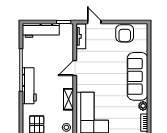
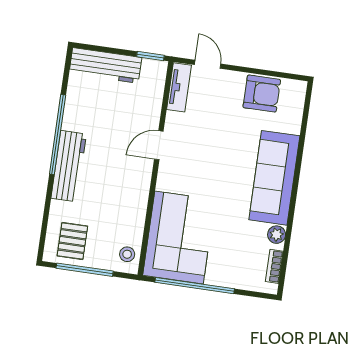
armchair: (125, 33) -> (262, 94), turned -90
shelving: (69, 99) -> (139, 202), removed

